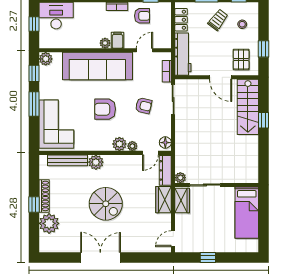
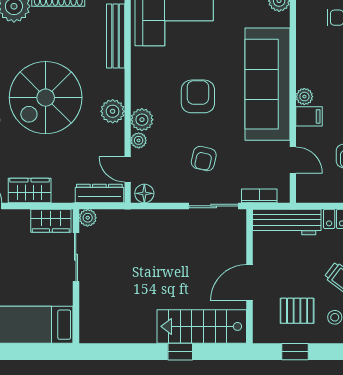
pallet: (241, 60) -> (297, 311), moved
plant: (96, 162) -> (113, 111), moved
wardrobe: (163, 200) -> (30, 191), moved
spiral stairs: (106, 204) -> (46, 98), width x1.37, depth x1.37

